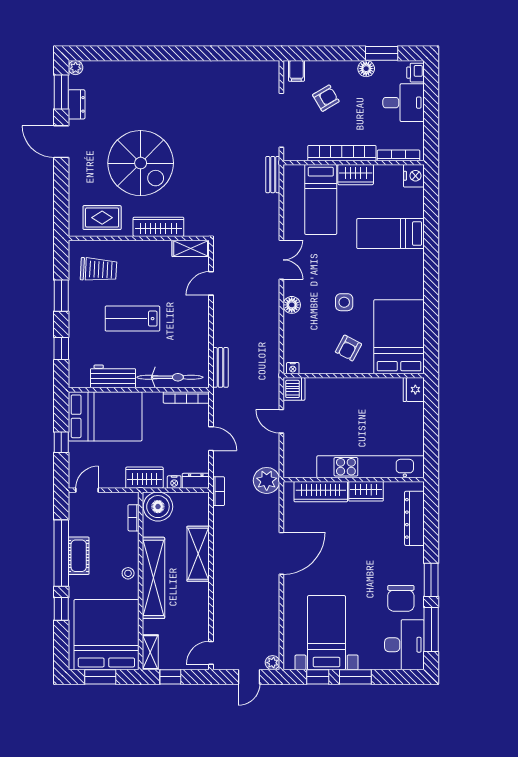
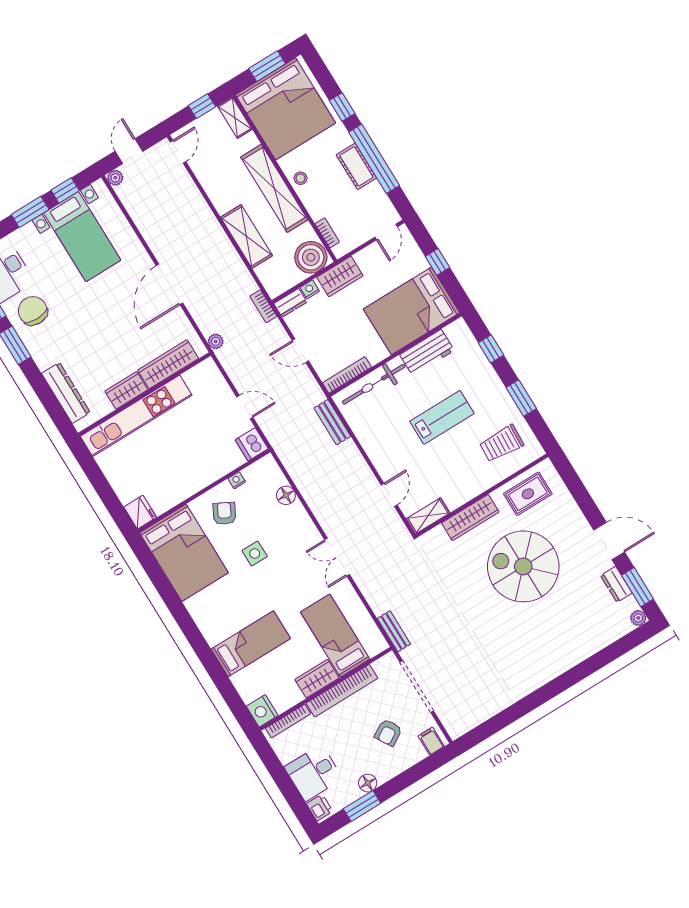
floor lamp: (292, 305) -> (286, 495), moved
nightstand: (293, 368) -> (237, 480), moved
plant: (267, 480) -> (216, 341), width x0.53, depth x0.53

